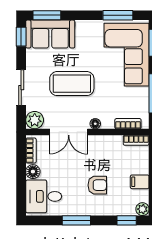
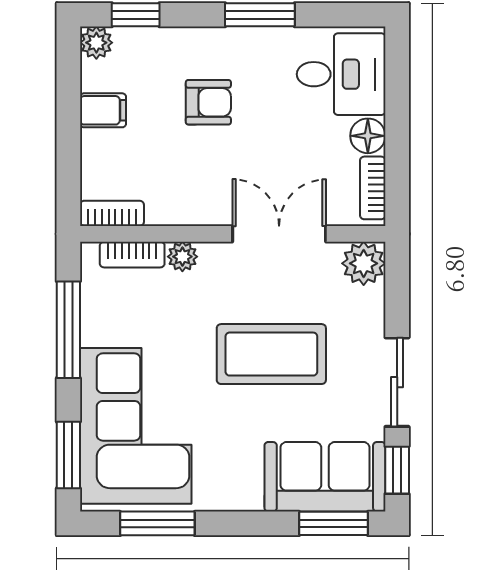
sliding door: (21, 88) -> (397, 382), moved
plant: (108, 123) -> (182, 257), added
floor lamp: (95, 124) -> (213, 255), removed
armchair: (97, 185) -> (208, 102), turned 180

